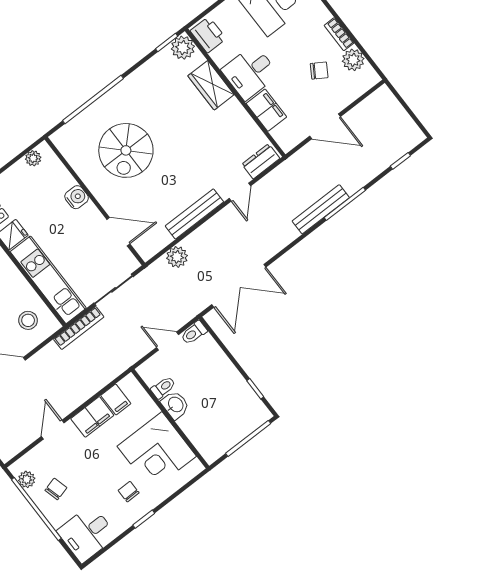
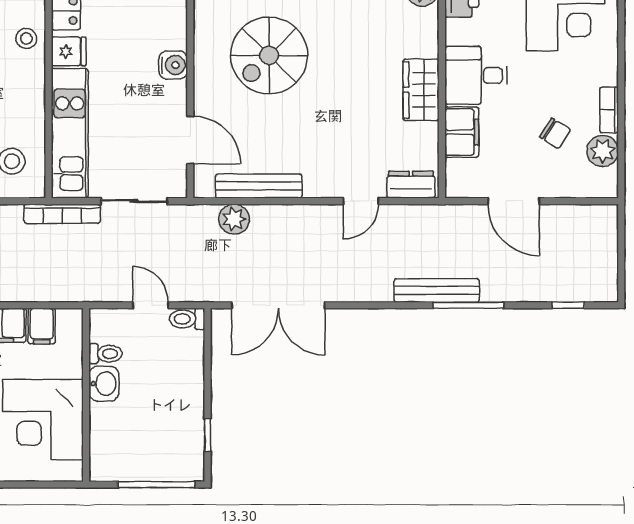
wardrobe: (211, 85) -> (421, 90), moved
bench: (194, 214) -> (259, 186), moved

